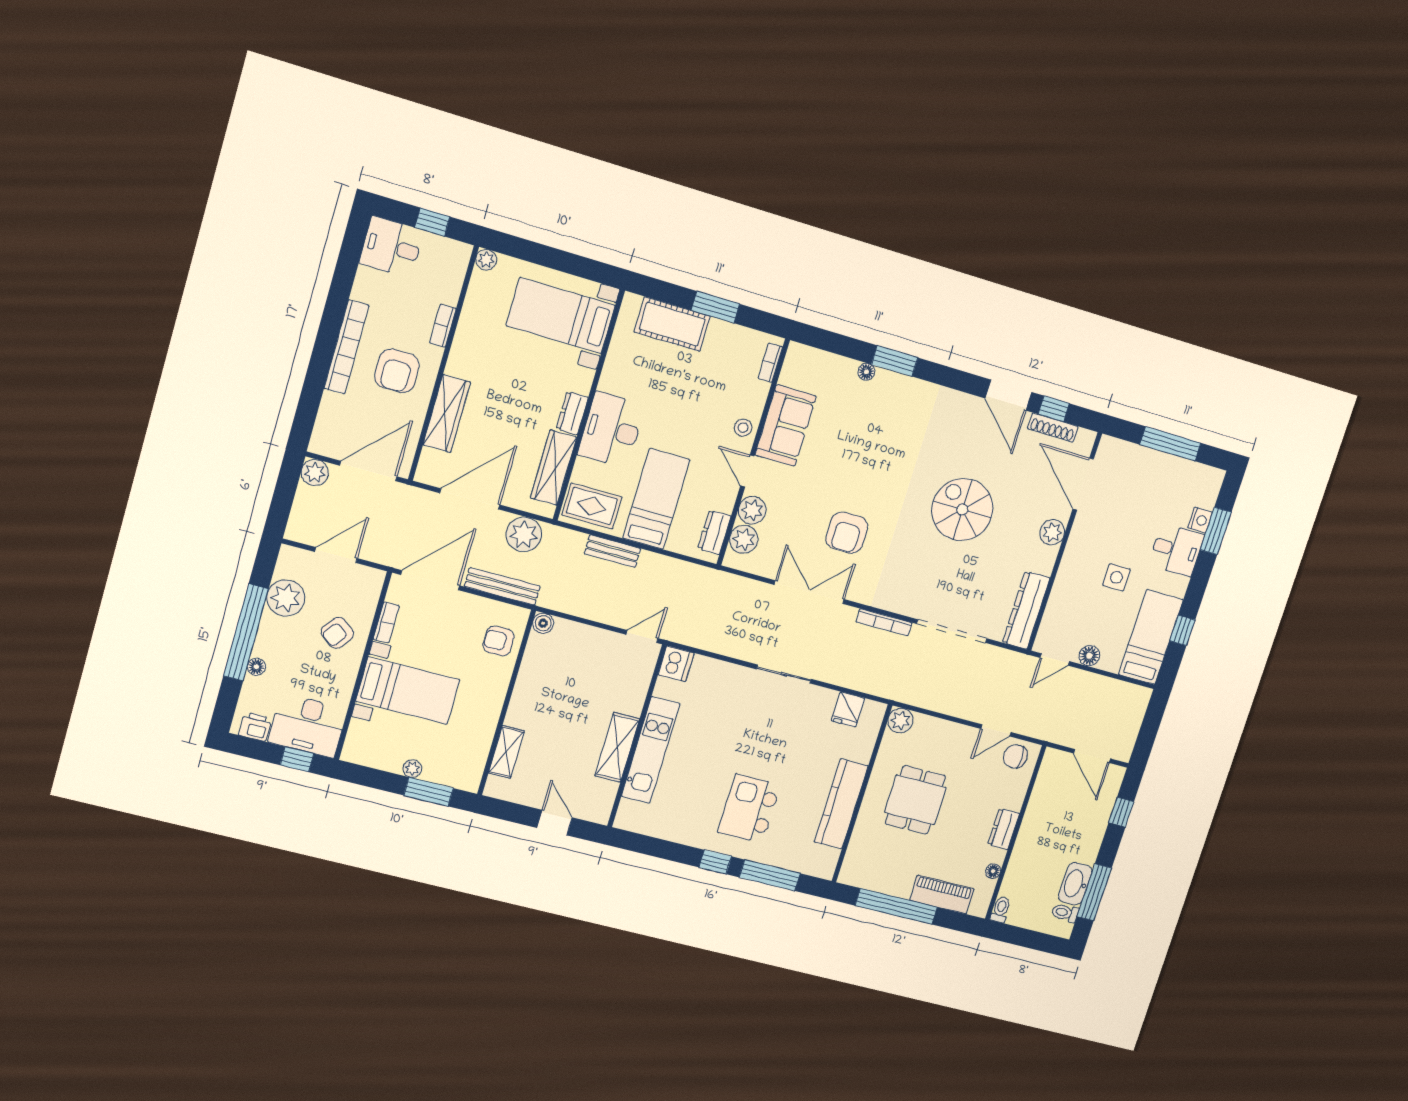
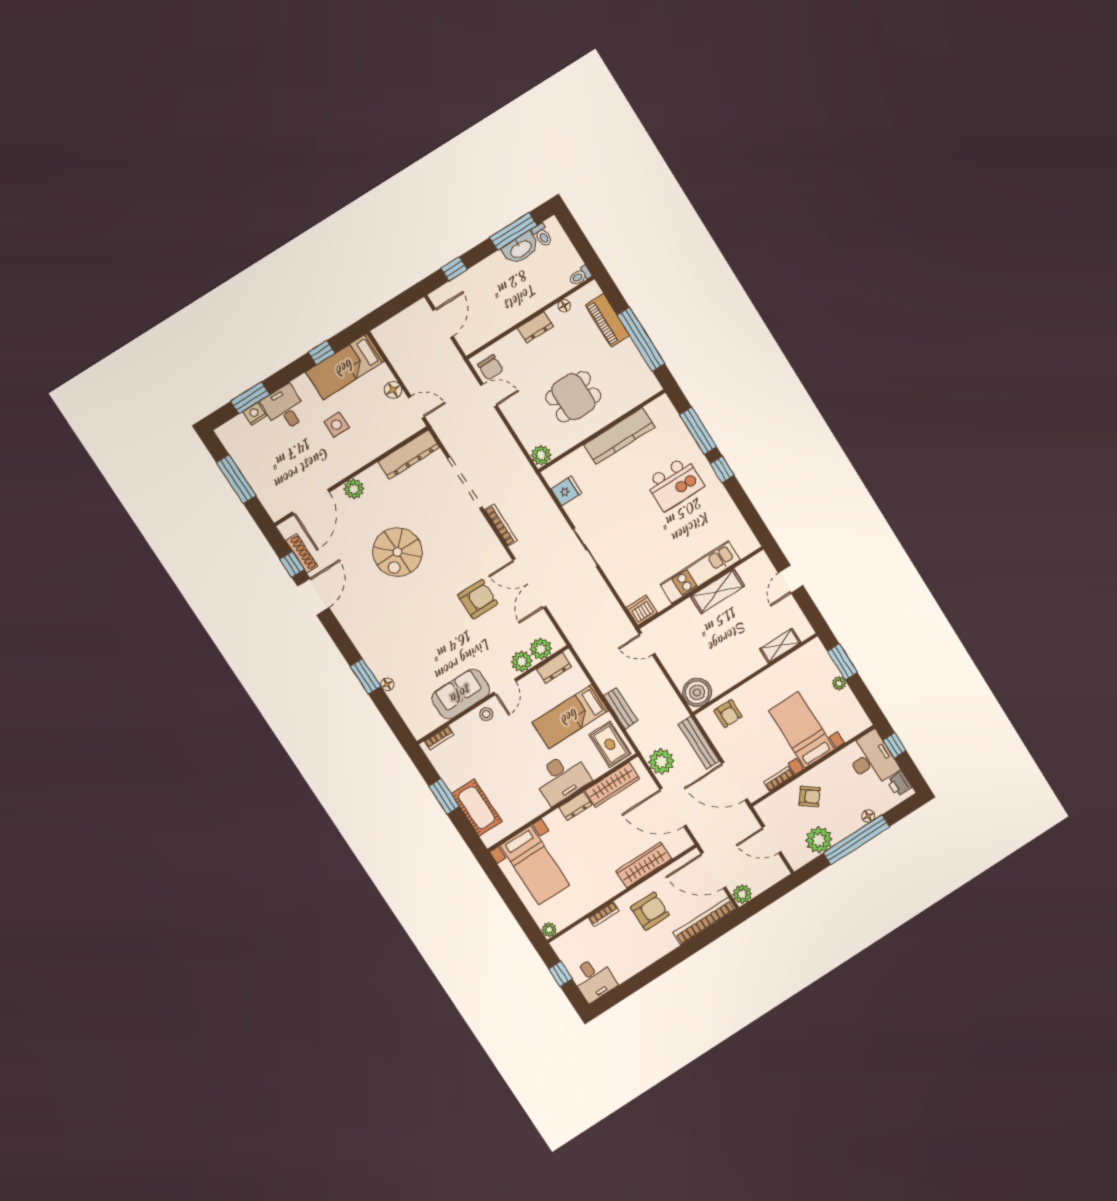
bookcase: (346, 347) -> (705, 921), moved
boiler: (543, 623) -> (697, 692), width x1.86, depth x1.86

